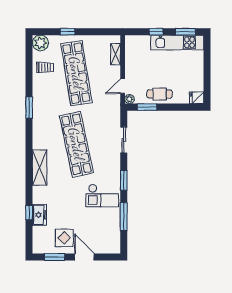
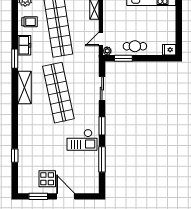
shelving: (40, 168) -> (24, 87), moved
freezer: (39, 215) -> (24, 45), moved

